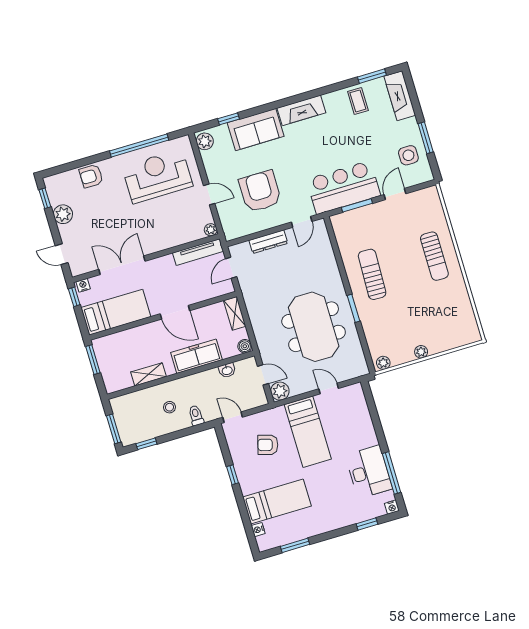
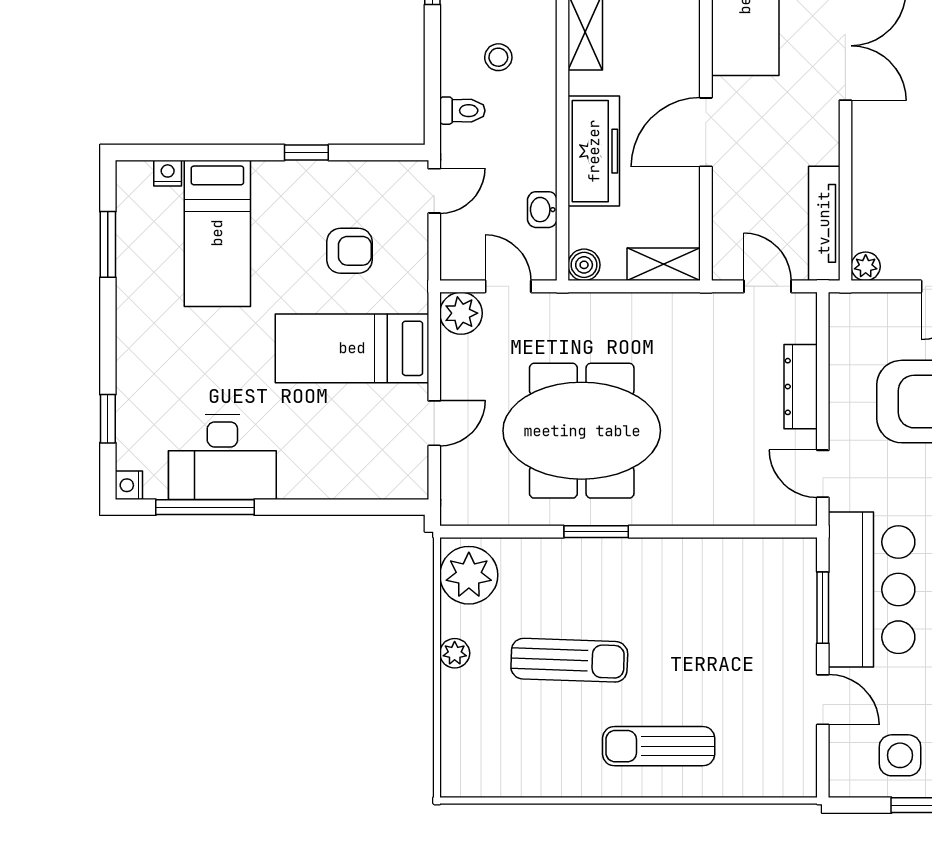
sun lounger: (372, 274) -> (569, 660), moved
plant: (383, 363) -> (469, 575), width x1.87, depth x1.87
door: (263, 375) -> (508, 286), swing flipped
armchair: (268, 445) -> (349, 251), turned 74

